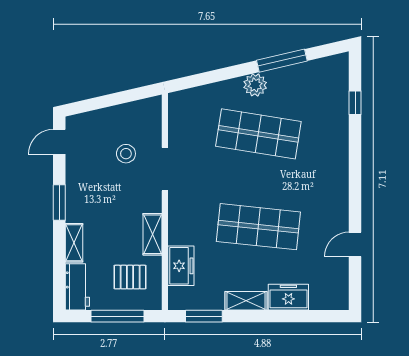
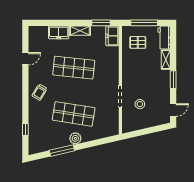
trolley: (327, 178) -> (40, 92), added
shelving: (153, 234) -> (127, 64), removed
freezer: (181, 266) -> (112, 36), moved

